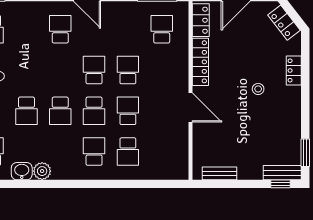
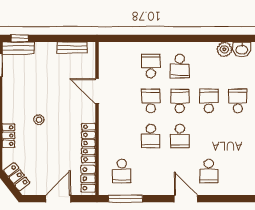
door: (191, 107) -> (97, 91), moved
school desk: (128, 111) -> (151, 101), turned 180

